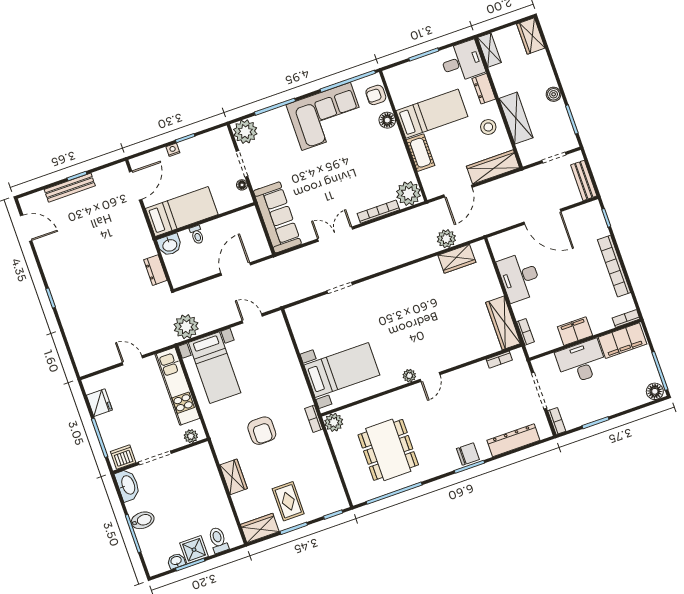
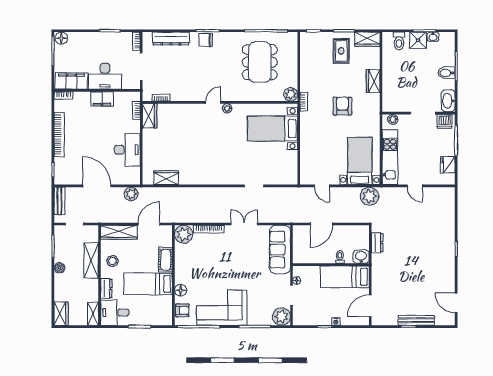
double door: (335, 234) -> (244, 224), swing flipped
plant: (446, 239) -> (131, 194), moved
wardrobe: (503, 323) -> (150, 116), width x0.67

